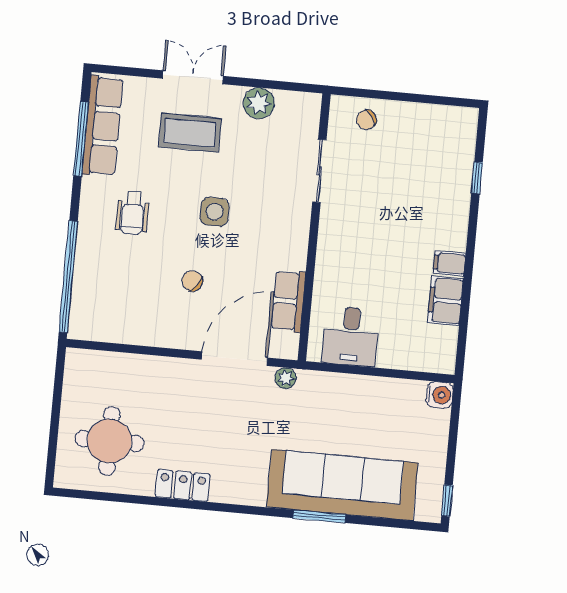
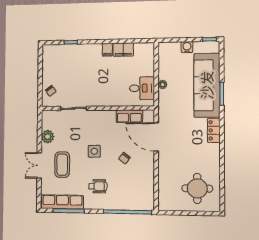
plant: (286, 378) -> (163, 85), moved
water cooler: (440, 395) -> (187, 47), moved
locker: (183, 485) -> (214, 130), moved

